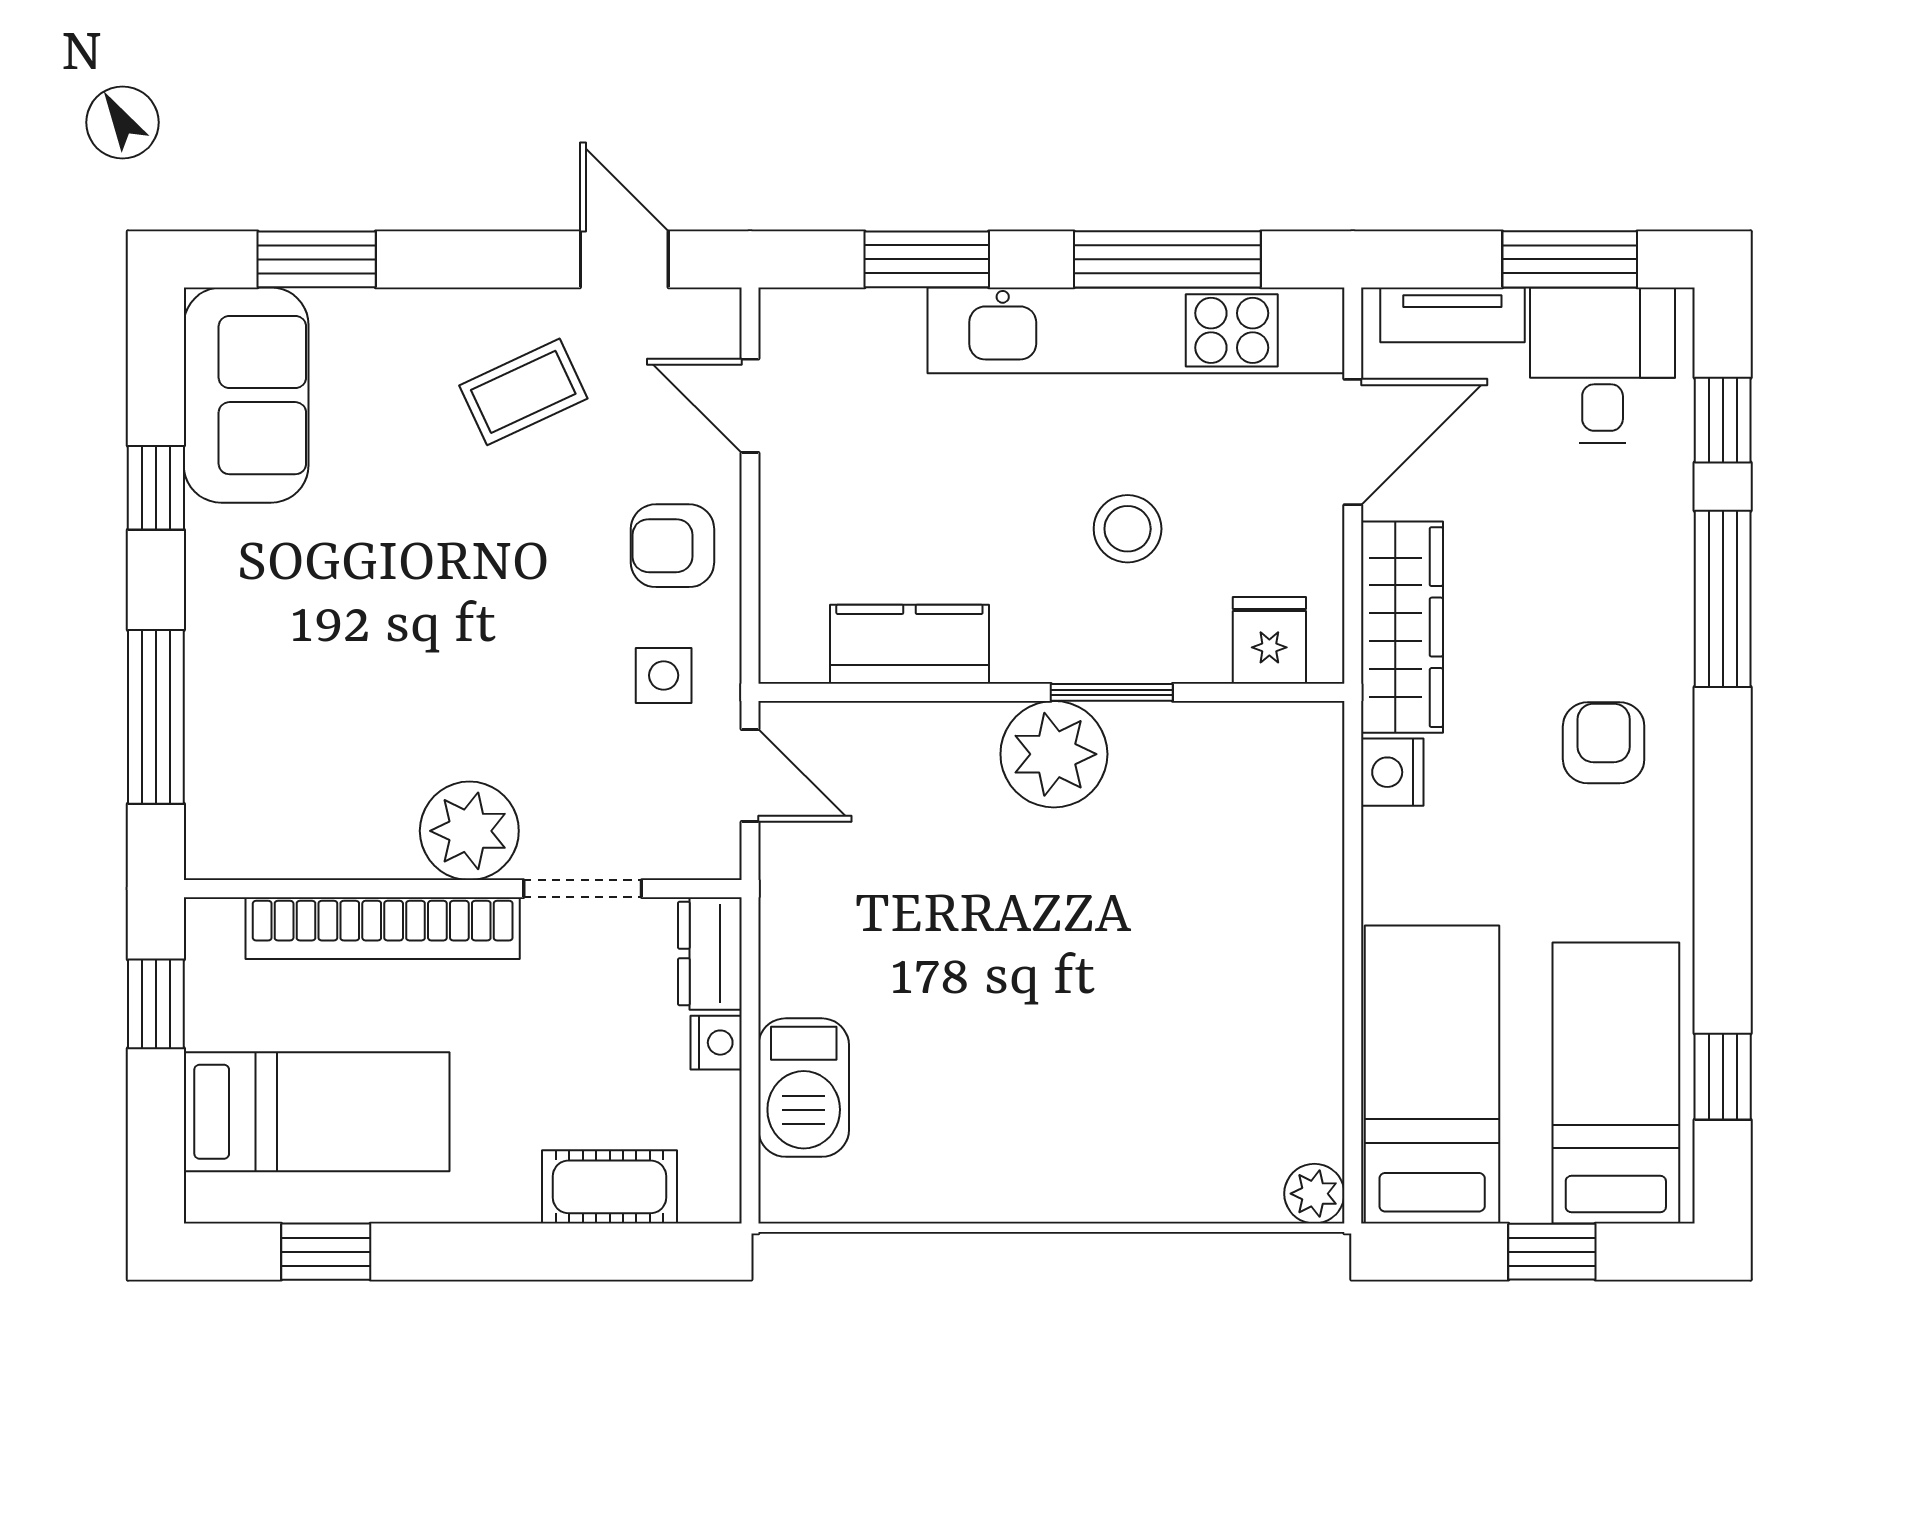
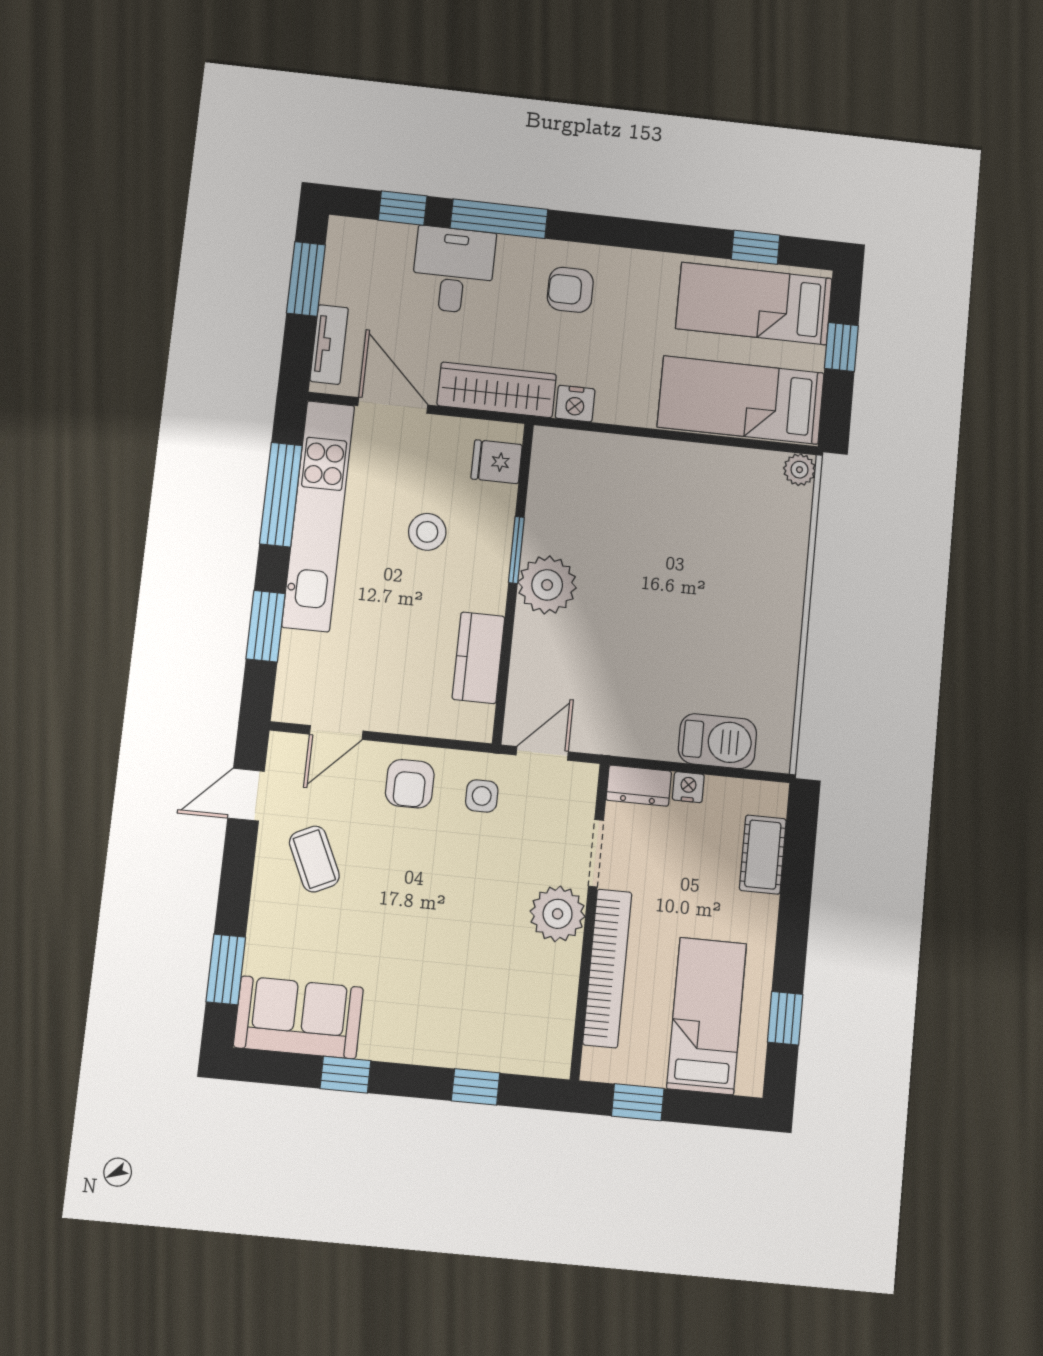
desk: (1603, 365) -> (453, 270), moved, turned 90
window: (156, 717) -> (476, 1087), width x0.46

